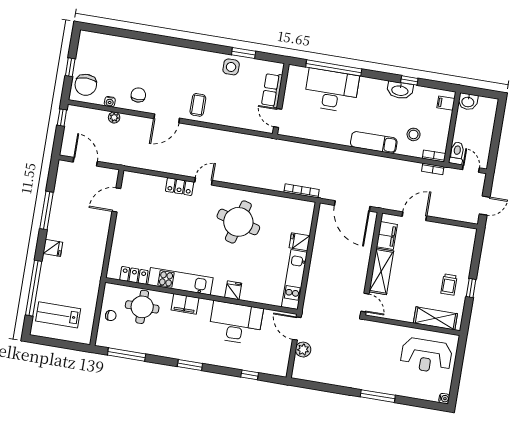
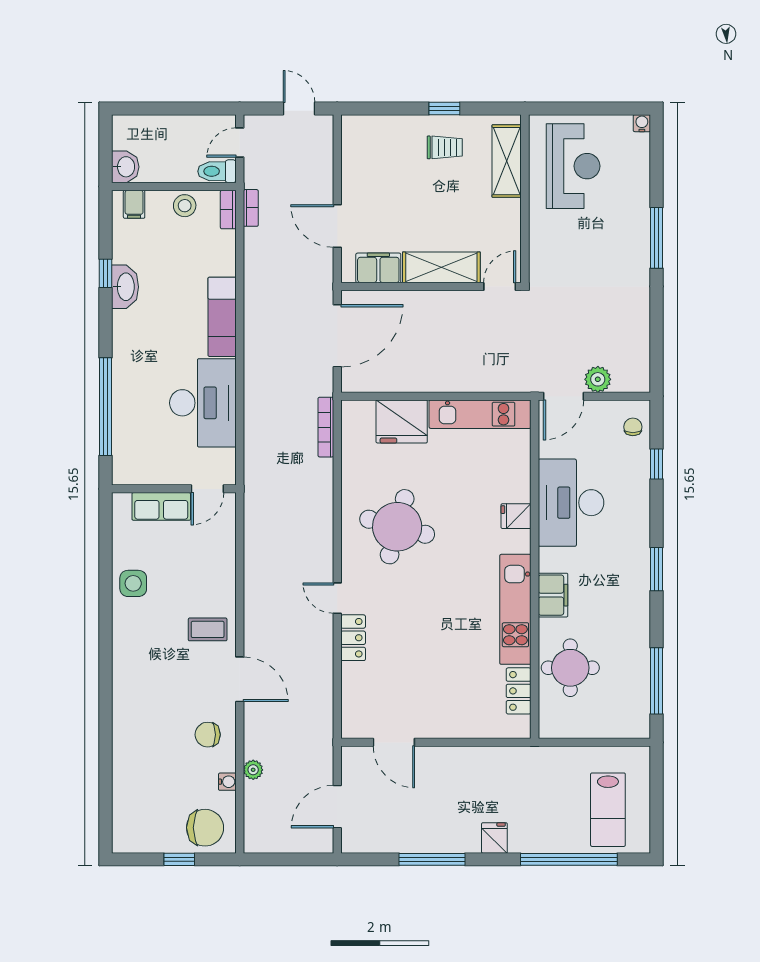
window: (244, 53) -> (106, 566), removed
desk: (331, 90) -> (203, 403), moved, turned 180
window: (62, 118) -> (268, 859), removed
stool: (414, 134) -> (185, 206), moved
fridge: (300, 242) -> (402, 421), width x1.88, depth x1.34
chair: (111, 316) -> (633, 427), moved

